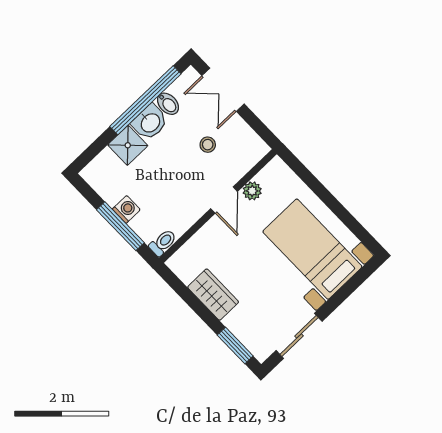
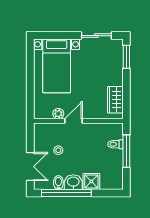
washing machine: (126, 209) -> (117, 156), removed
toilet: (163, 243) -> (115, 144), moved
wardrobe: (213, 295) -> (115, 100), moved

